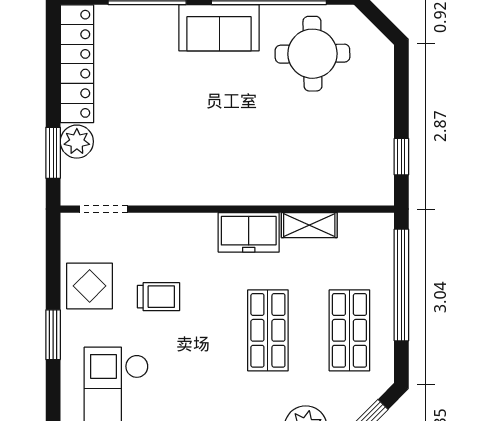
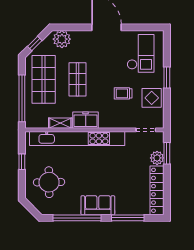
round table: (312, 54) -> (49, 182), moved
window: (401, 157) -> (22, 162), moved
kitchen unit: (269, 188) -> (77, 138), added
shop shelf: (349, 330) -> (44, 79), width x1.43, depth x1.36

